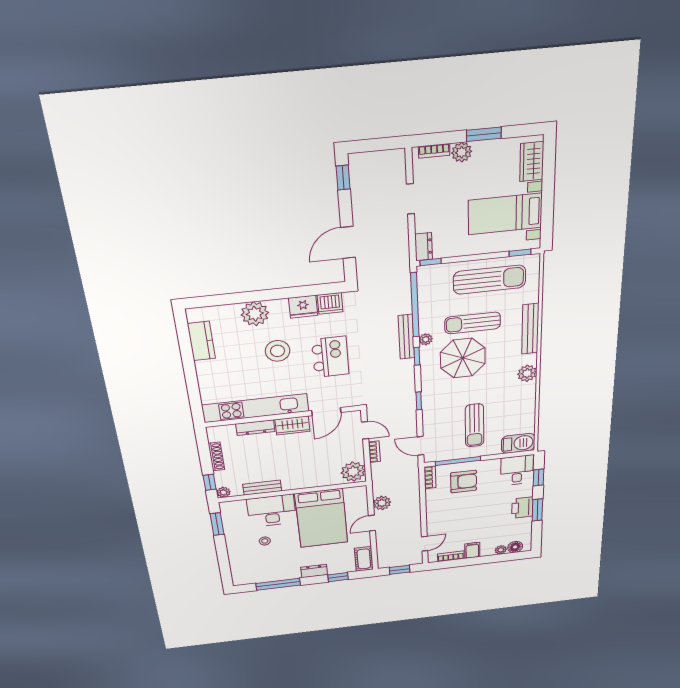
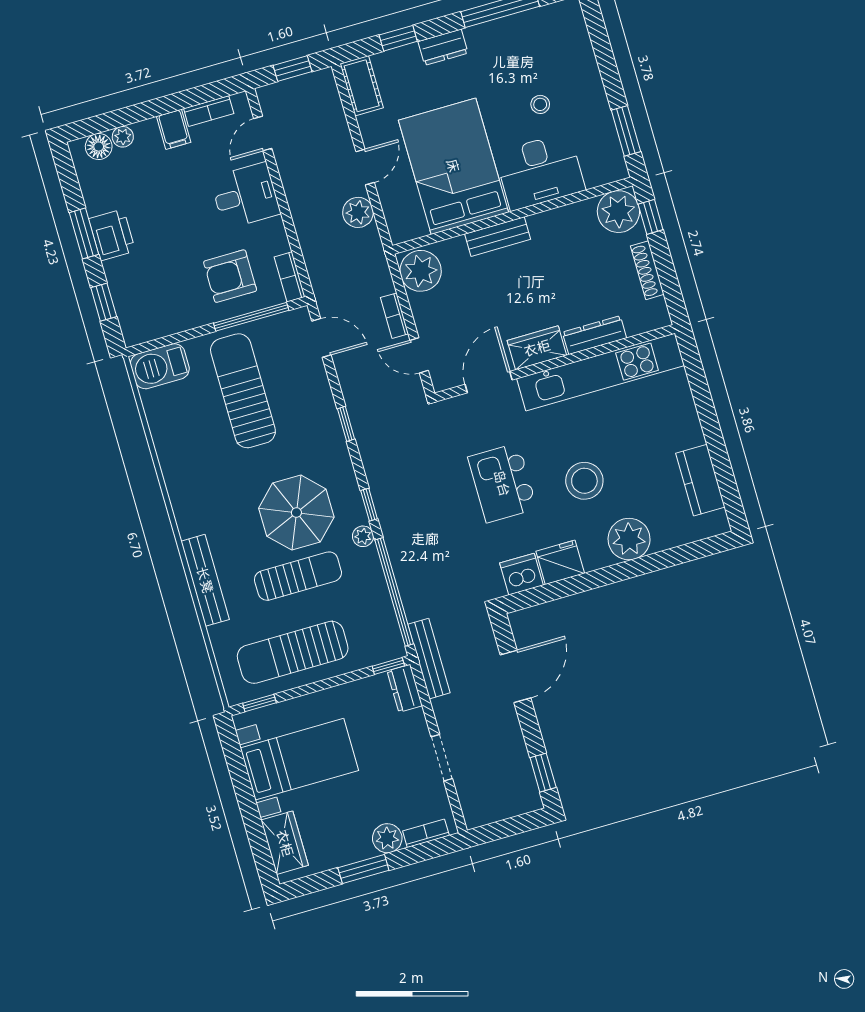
bench: (406, 337) -> (429, 659), moved
plant: (527, 373) -> (186, 501), removed
sun lounger: (474, 425) -> (243, 391), width x1.36, depth x1.34
desk: (517, 470) -> (245, 196), moved, turned -90
bench: (262, 488) -> (498, 237), moved
plant: (223, 492) -> (618, 212), width x1.87, depth x1.87

